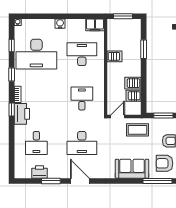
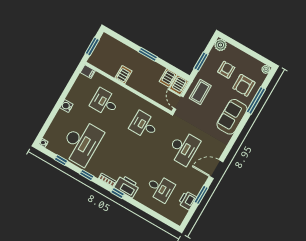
filing cabinet: (95, 25) -> (88, 72), width x0.50
window: (144, 49) -> (148, 54), moved
desk: (82, 54) -> (105, 102), width x0.73
server rack: (133, 83) -> (179, 85), moved

